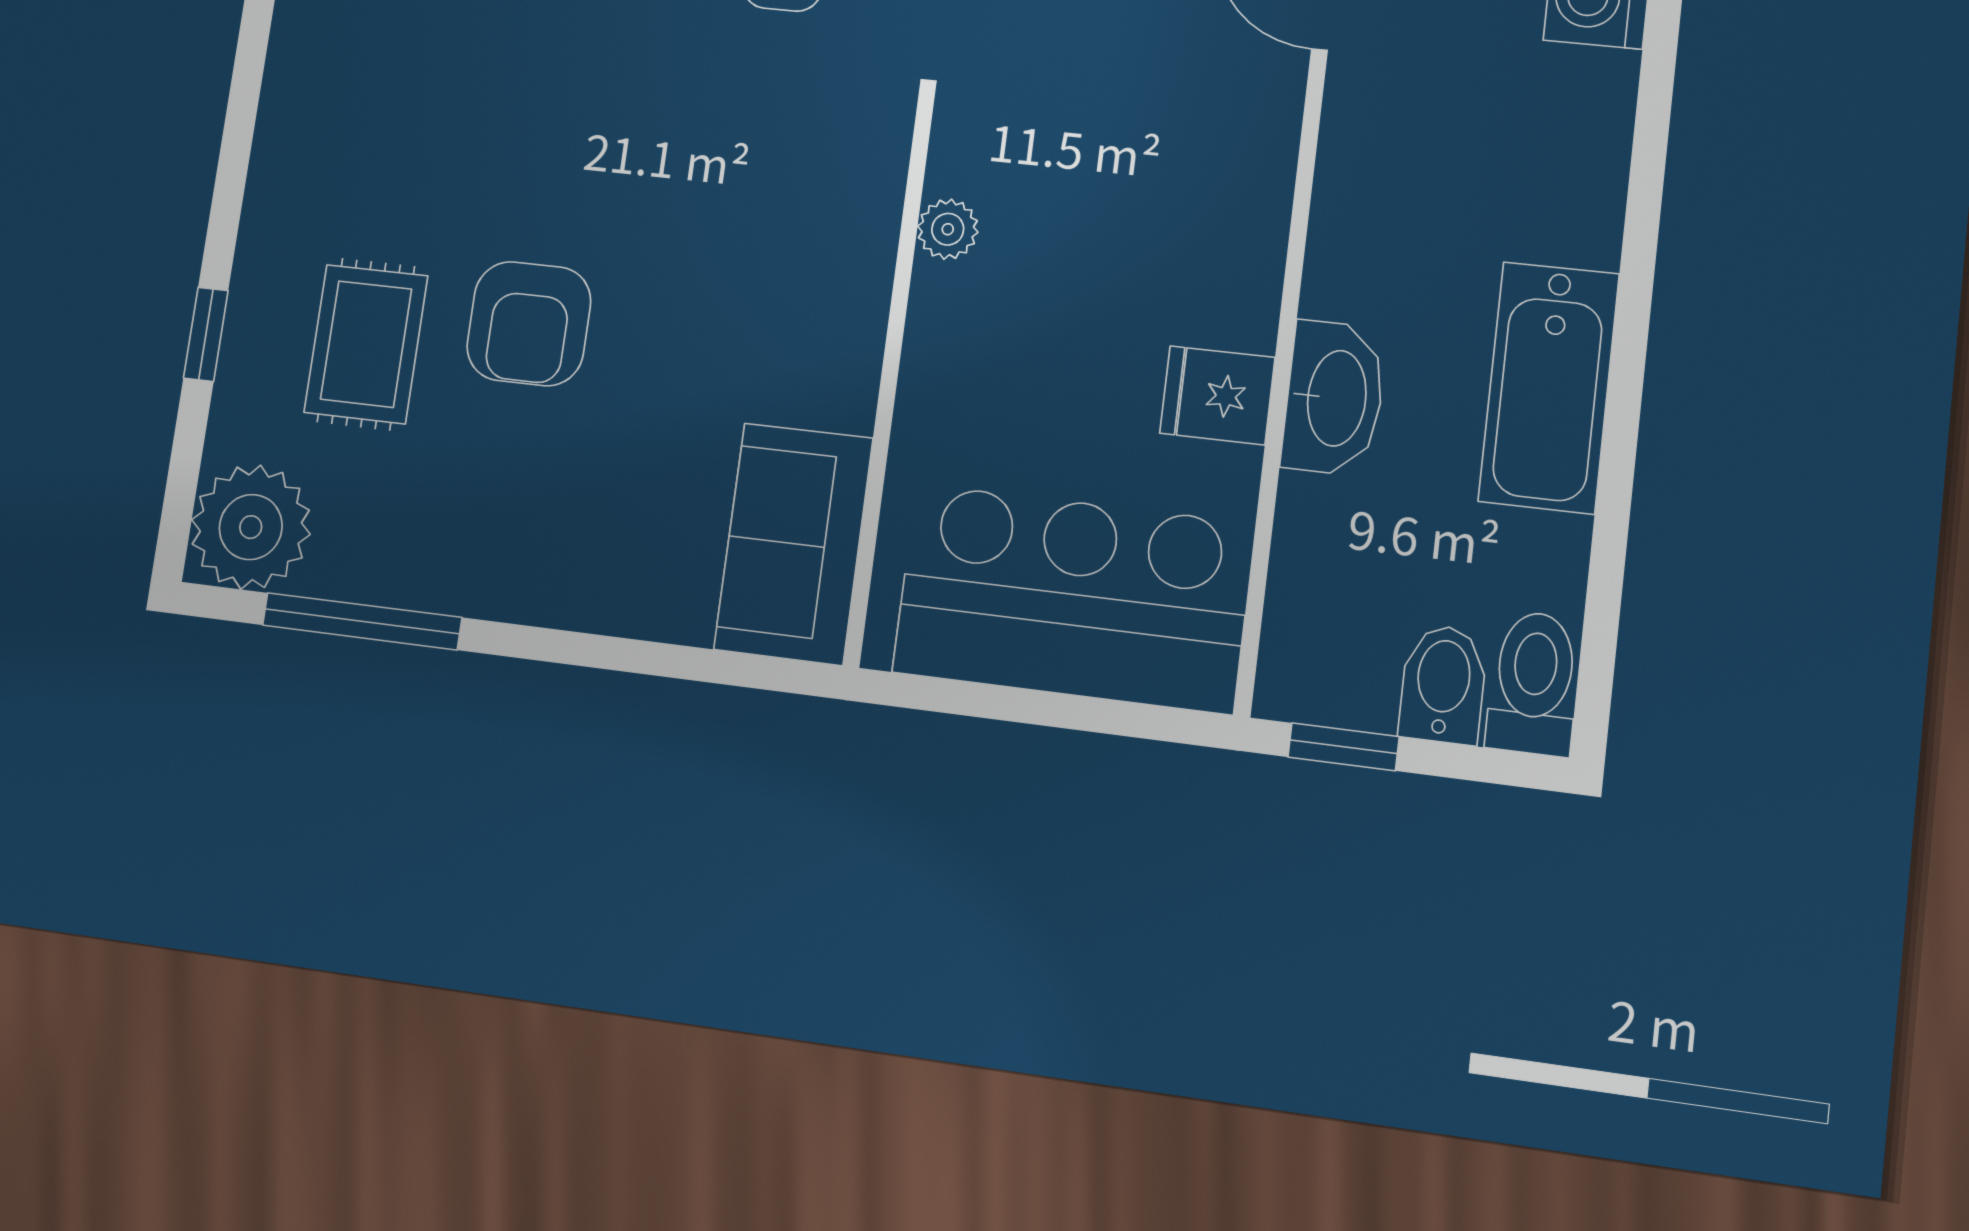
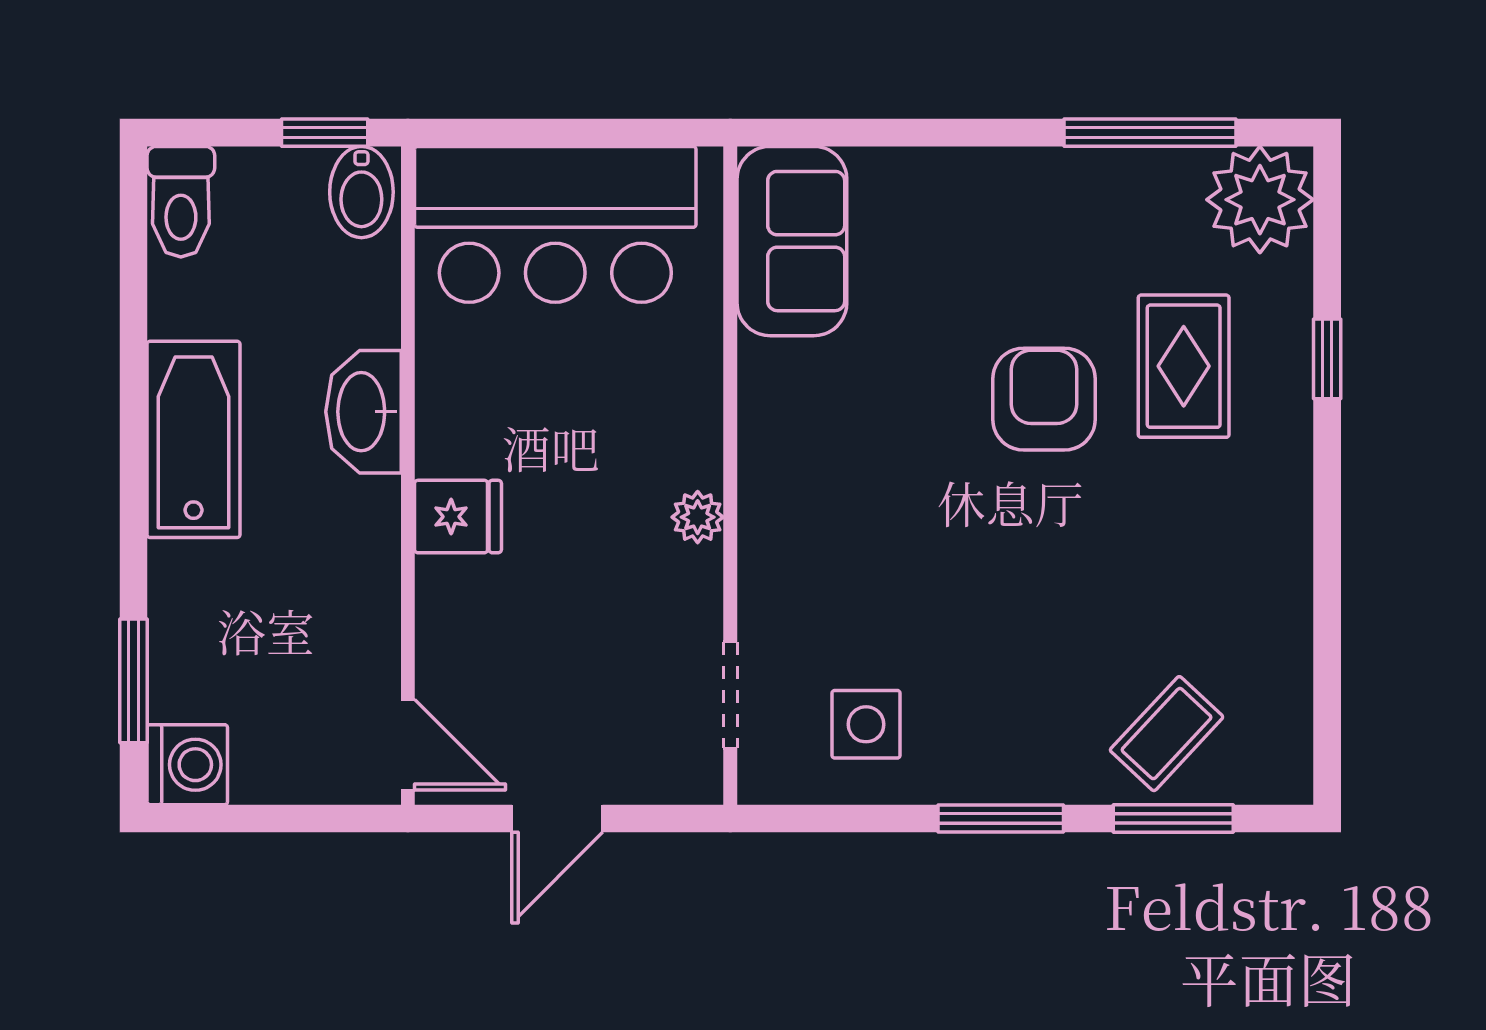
window: (1654, 103) -> (133, 681), added
fridge: (1217, 395) -> (458, 517), moved
bidet: (1443, 684) -> (361, 192), moved

